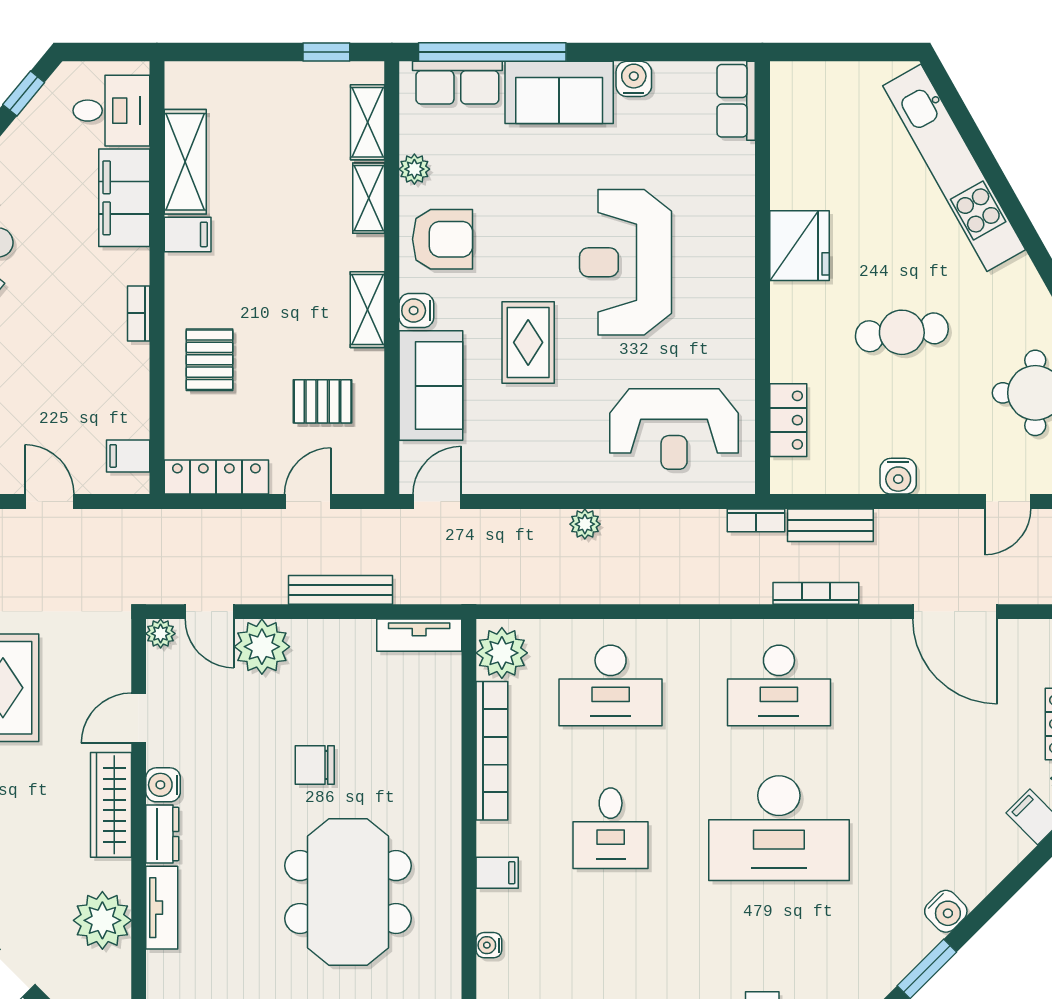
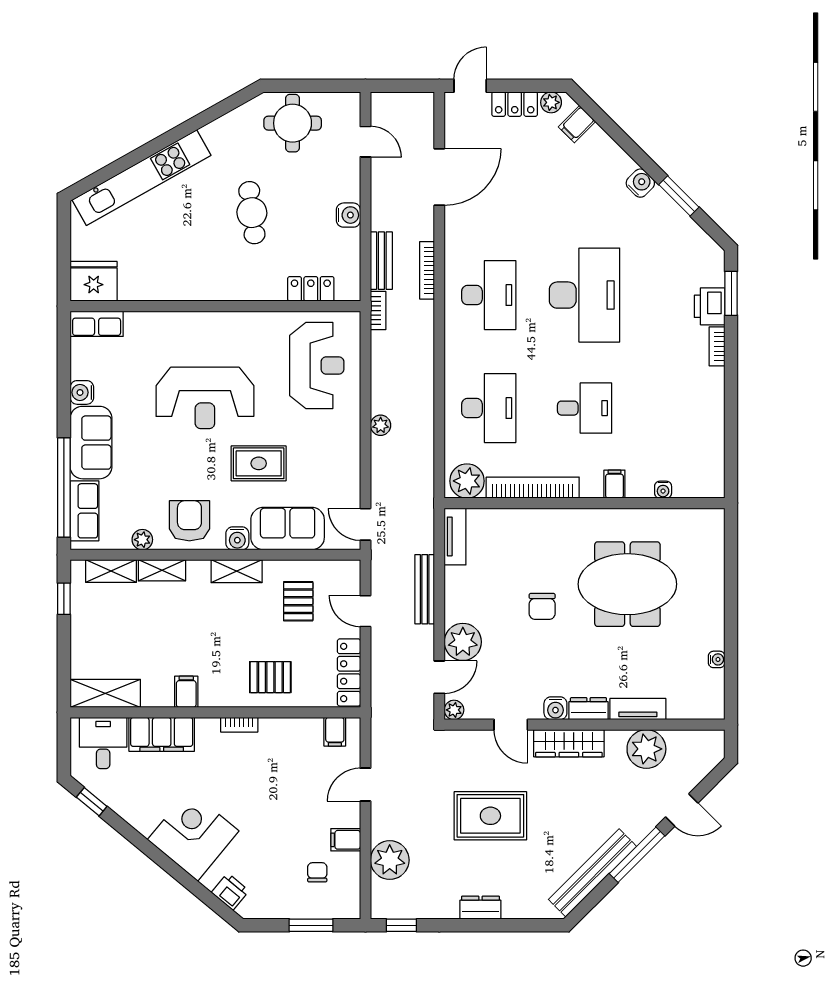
shelving: (185, 162) -> (105, 693), moved
fridge: (799, 246) -> (94, 281), moved

